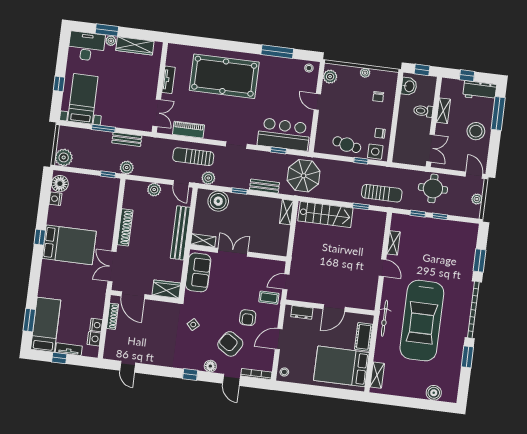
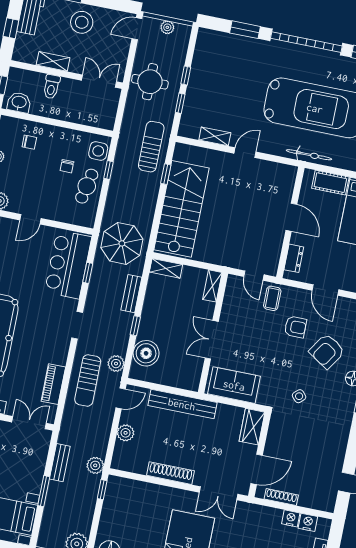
chair: (380, 133) -> (67, 166), moved
stairs: (325, 215) -> (181, 209), width x1.36, depth x1.51
shelving: (203, 240) -> (212, 286), moved

